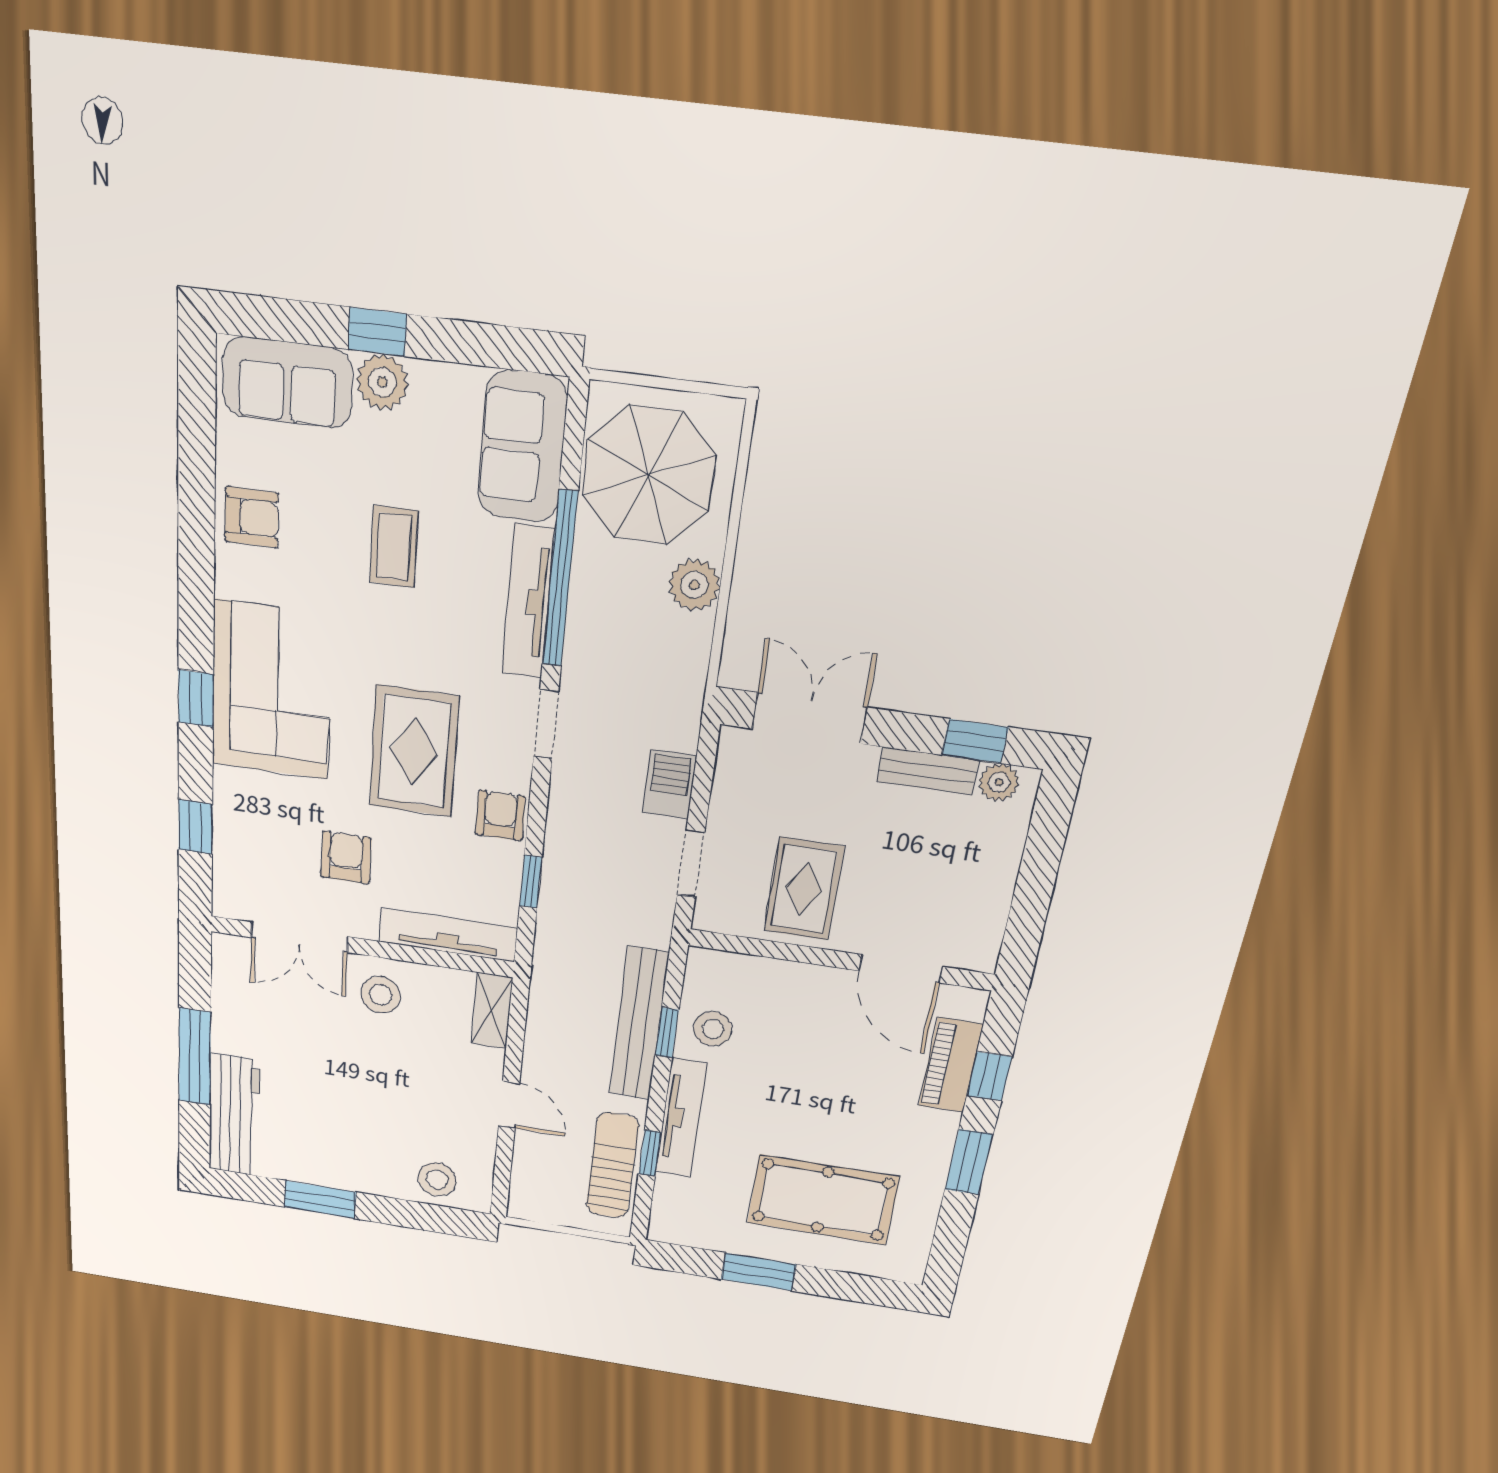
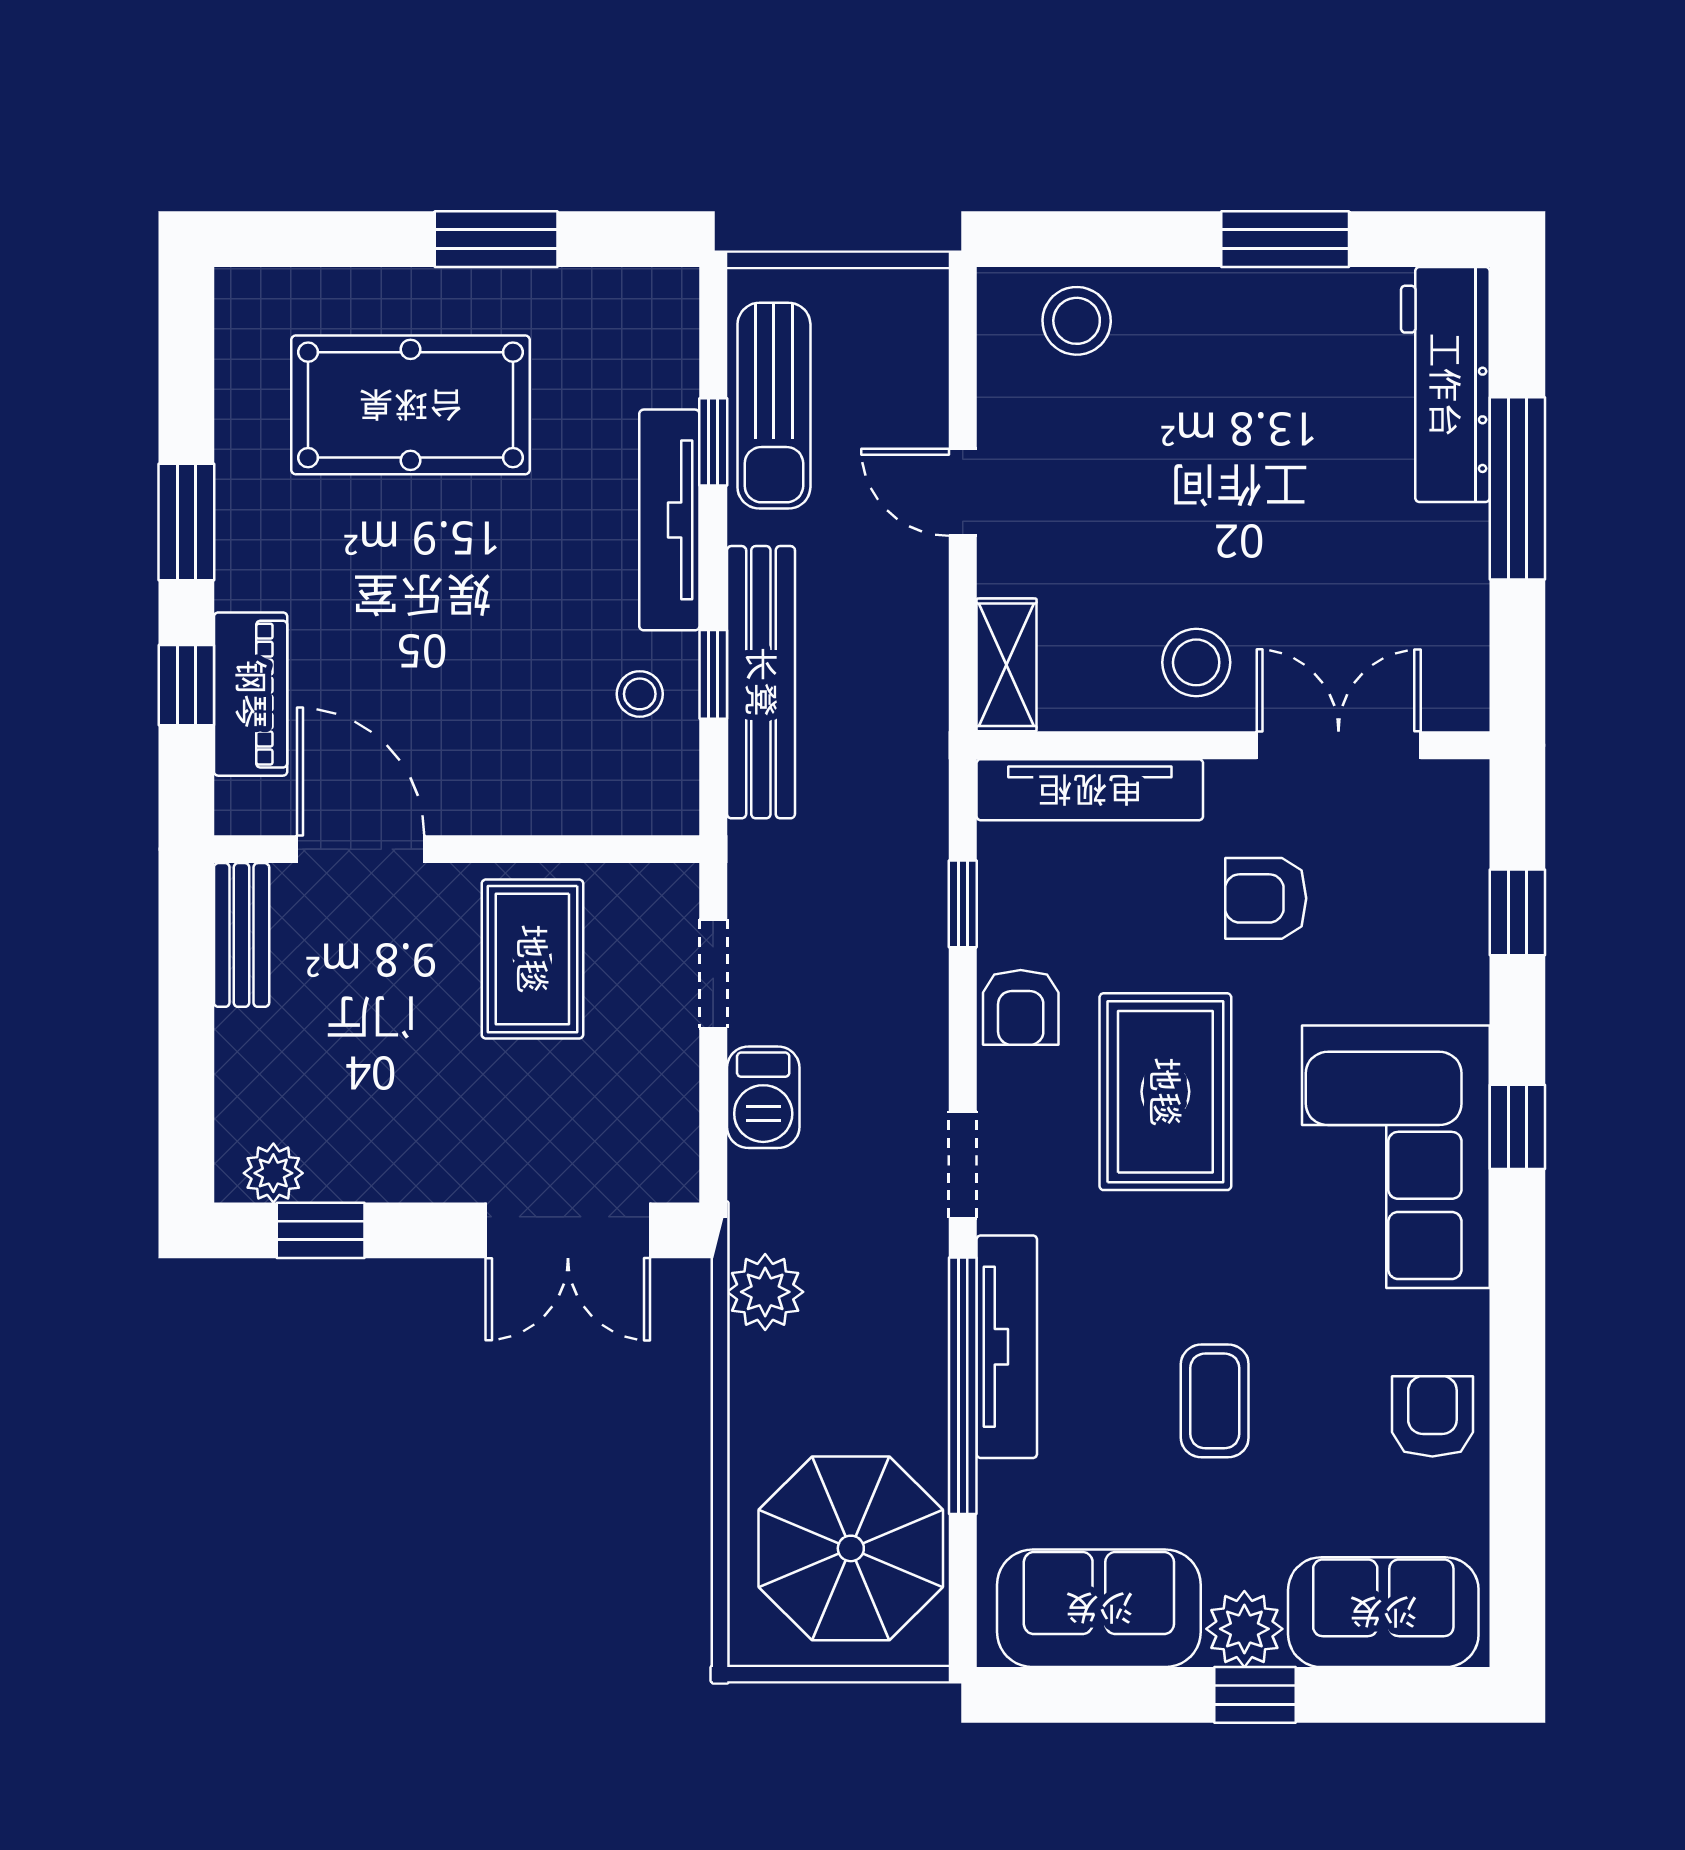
sofa: (522, 447) -> (1099, 1608), moved, turned -90
armchair: (252, 517) -> (1432, 1416), turned 90
plant: (694, 585) -> (765, 1292), moved
bench: (928, 771) -> (242, 935), moved, turned 90
armchair: (346, 857) -> (1266, 898), turned 90
stool: (713, 1029) -> (640, 694), width x0.73, depth x0.73

